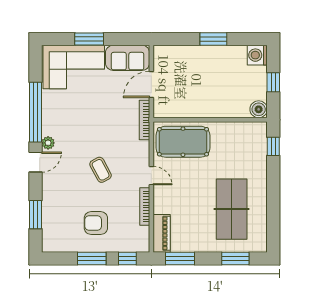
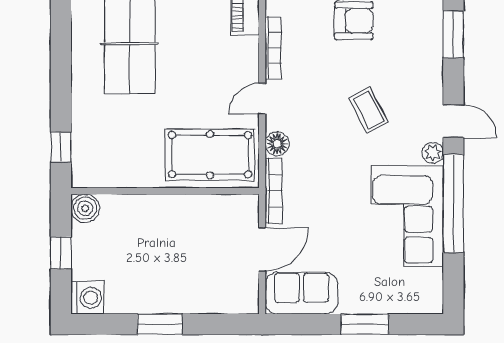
corner sofa: (74, 67) -> (407, 216), moved, turned -90
floor lamp: (142, 148) -> (277, 144), added
door: (36, 162) -> (453, 121), swing flipped
coffee table: (101, 170) -> (368, 110), moved
door: (151, 176) -> (262, 99), hinge flipped

